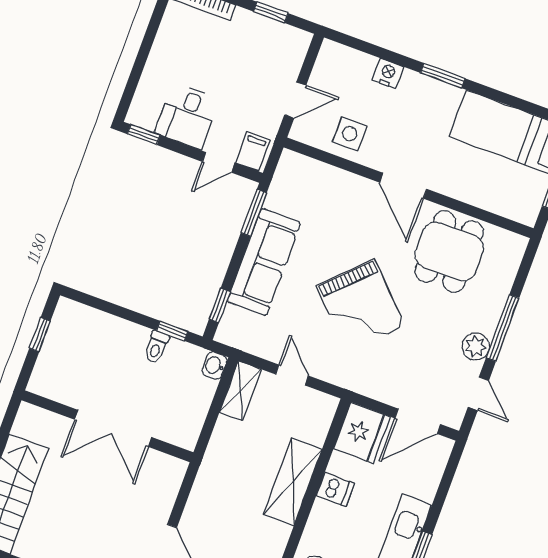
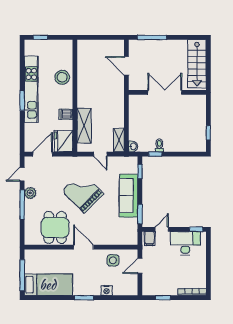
desk: (187, 116) -> (185, 243), width x1.37
door: (478, 394) -> (22, 174), hinge flipped
wall: (107, 426) -> (167, 92), moved
double door: (113, 428) -> (165, 92), moved
shelving: (293, 482) -> (84, 126), moved

